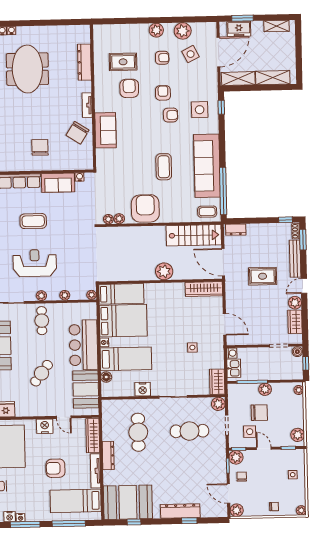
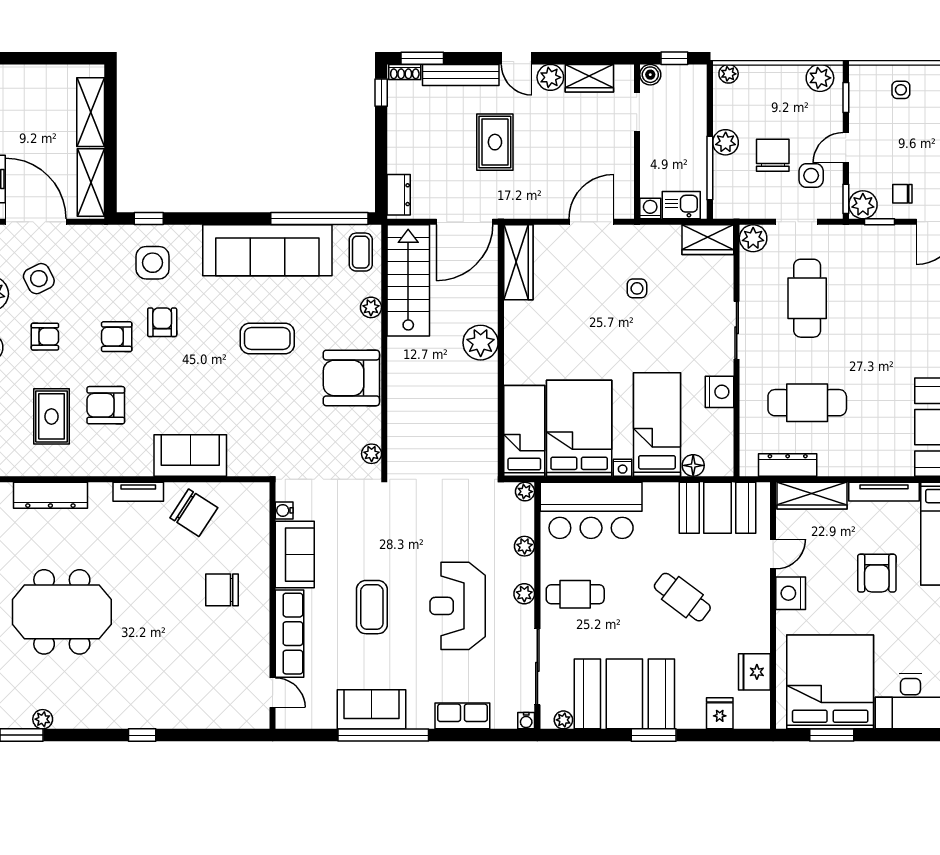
armchair: (162, 58) -> (45, 337), turned 90
plant: (119, 219) -> (371, 307), moved
bar counter: (83, 345) -> (591, 510), moved
dresser: (108, 456) -> (788, 465), moved

